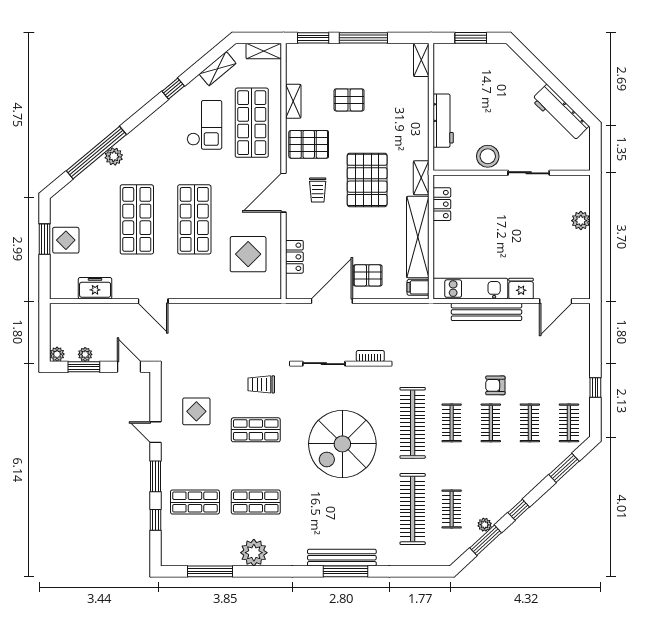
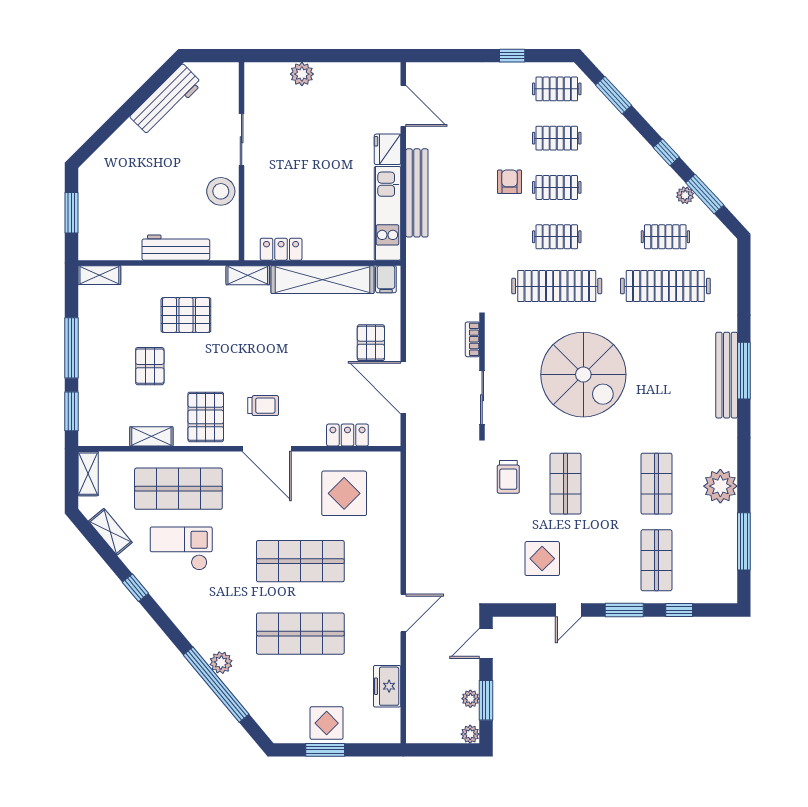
pallet: (367, 180) -> (186, 315), moved, width x0.73, depth x0.71
armchair: (495, 385) -> (510, 182), turned 180

